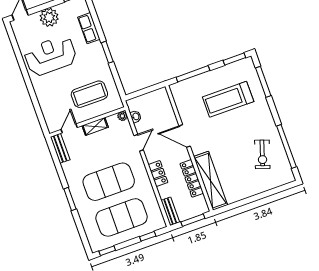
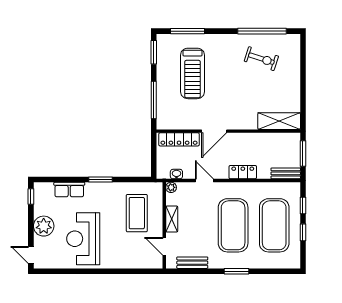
bench: (60, 148) -> (192, 263), moved
locker: (192, 178) -> (179, 139), moved
shelving: (211, 181) -> (279, 121), width x0.68
window: (107, 251) -> (303, 232), moved

